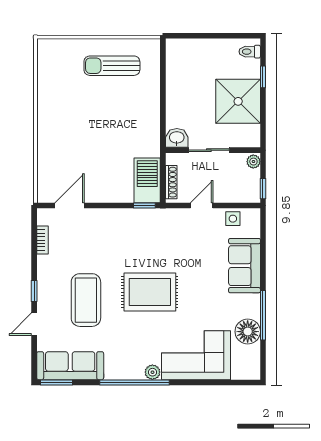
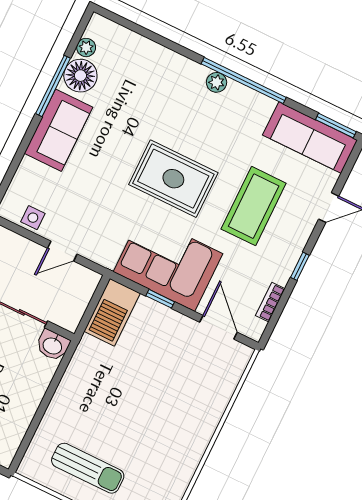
shoe rack: (171, 182) -> (85, 296), removed
door: (70, 206) -> (218, 327), swing flipped
window: (144, 206) -> (160, 299), moved
sofa: (245, 266) -> (58, 130), moved
window: (34, 291) -> (300, 266), moved
plant: (253, 353) -> (86, 47), added
corner sofa: (196, 355) -> (168, 263), moved, turned 180

